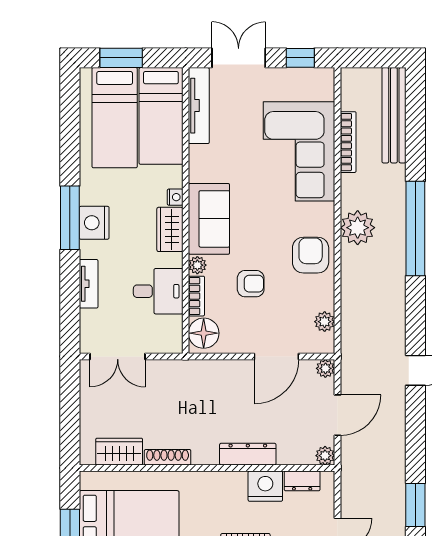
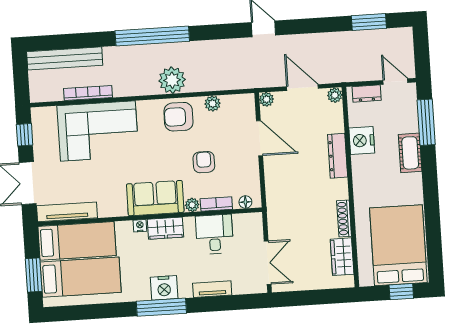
plant: (358, 228) -> (172, 80), moved
plant: (325, 322) -> (212, 104), moved
floor lamp: (204, 333) -> (245, 202), width x0.53, depth x0.53
dresser: (302, 481) -> (367, 94), moved, turned 90

